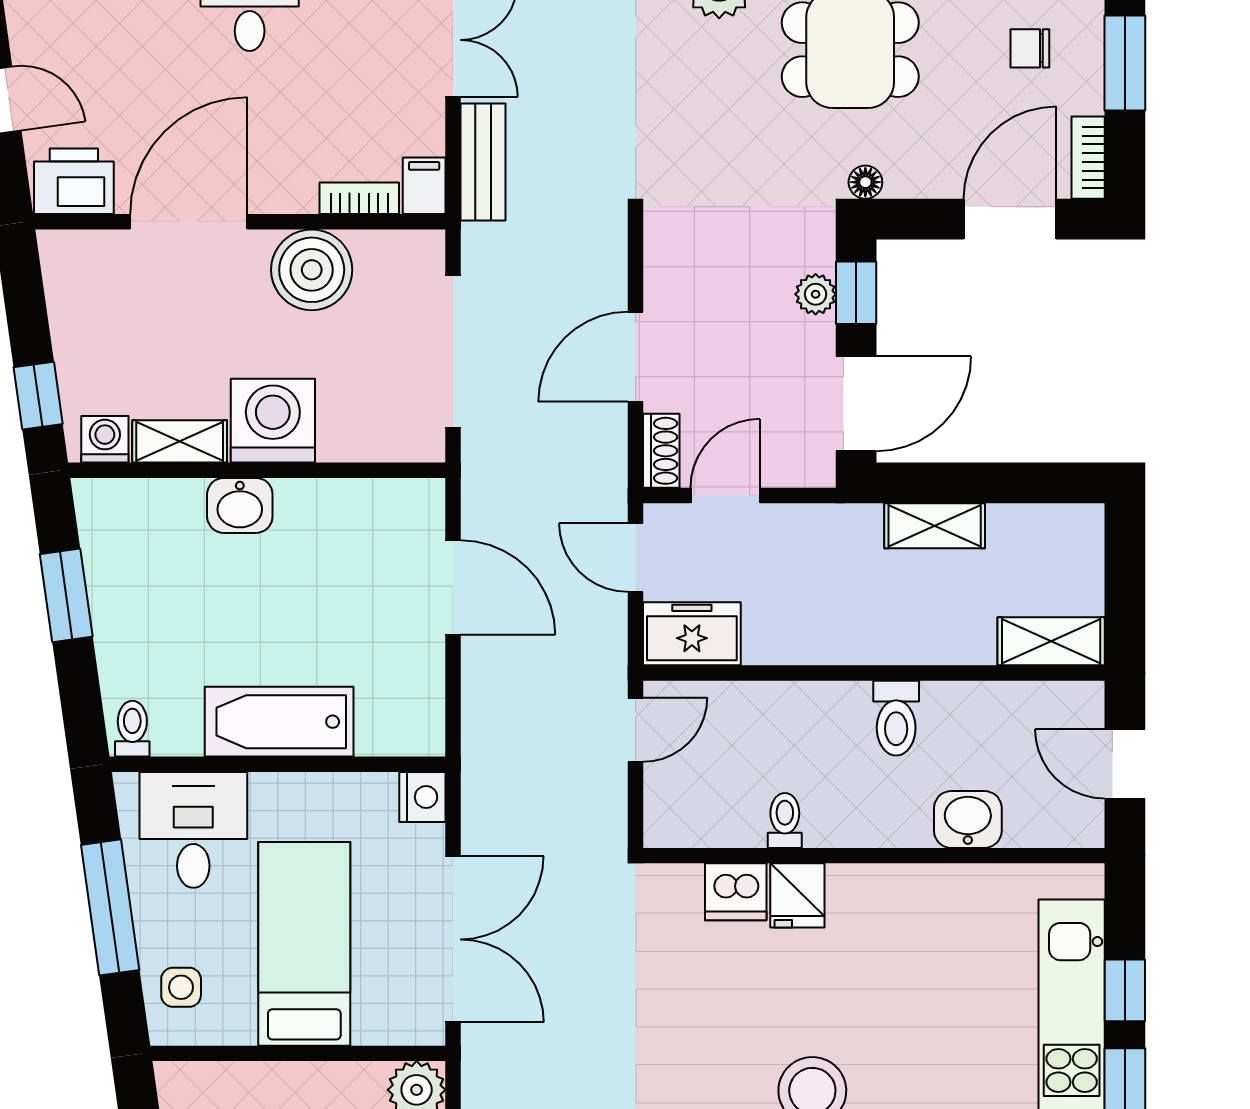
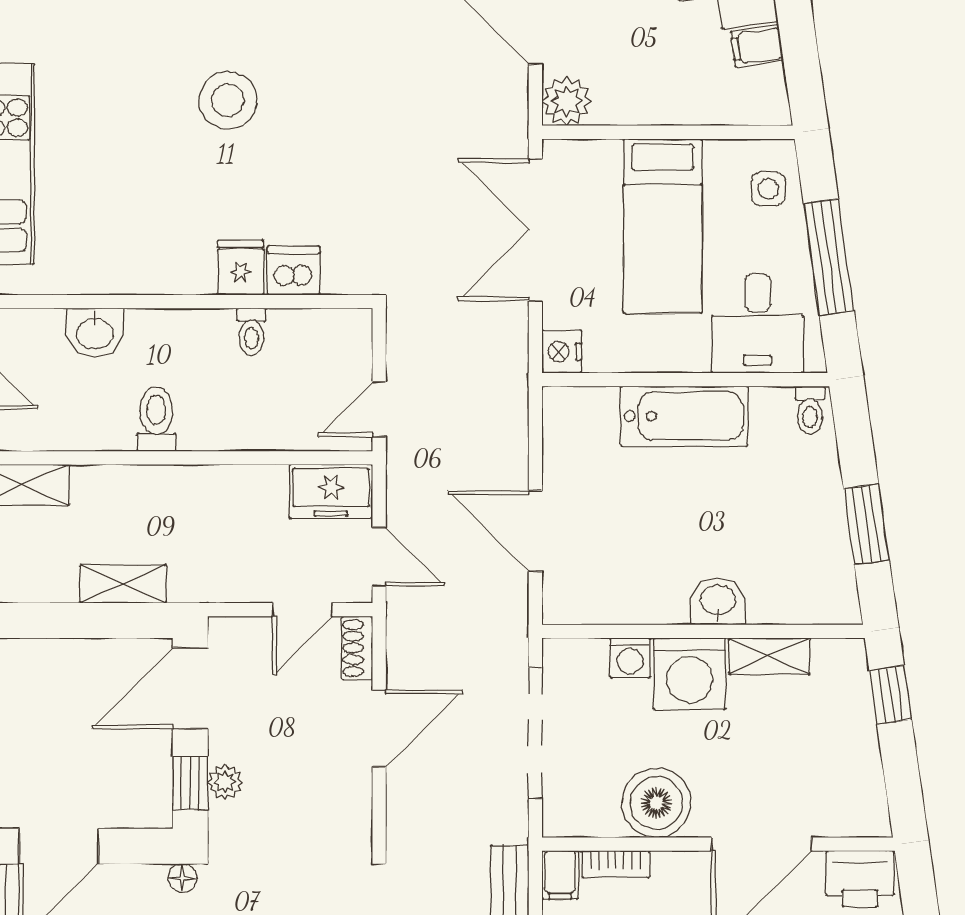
washing machine: (105, 439) -> (630, 658), moved

